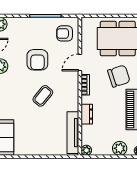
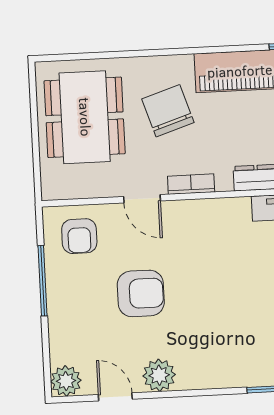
coffee table: (43, 96) -> (220, 277), removed

